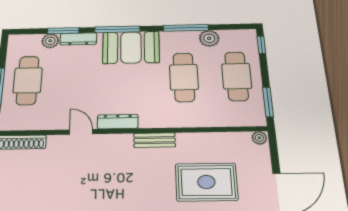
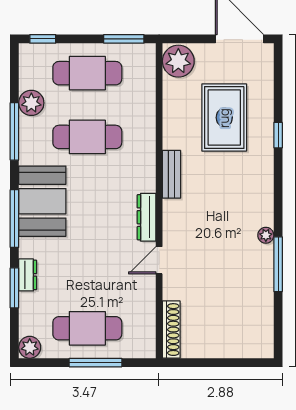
dresser: (78, 39) -> (28, 275), width x0.70
plant: (50, 41) -> (30, 347), moved
plant: (259, 138) -> (178, 61), width x1.88, depth x1.88

